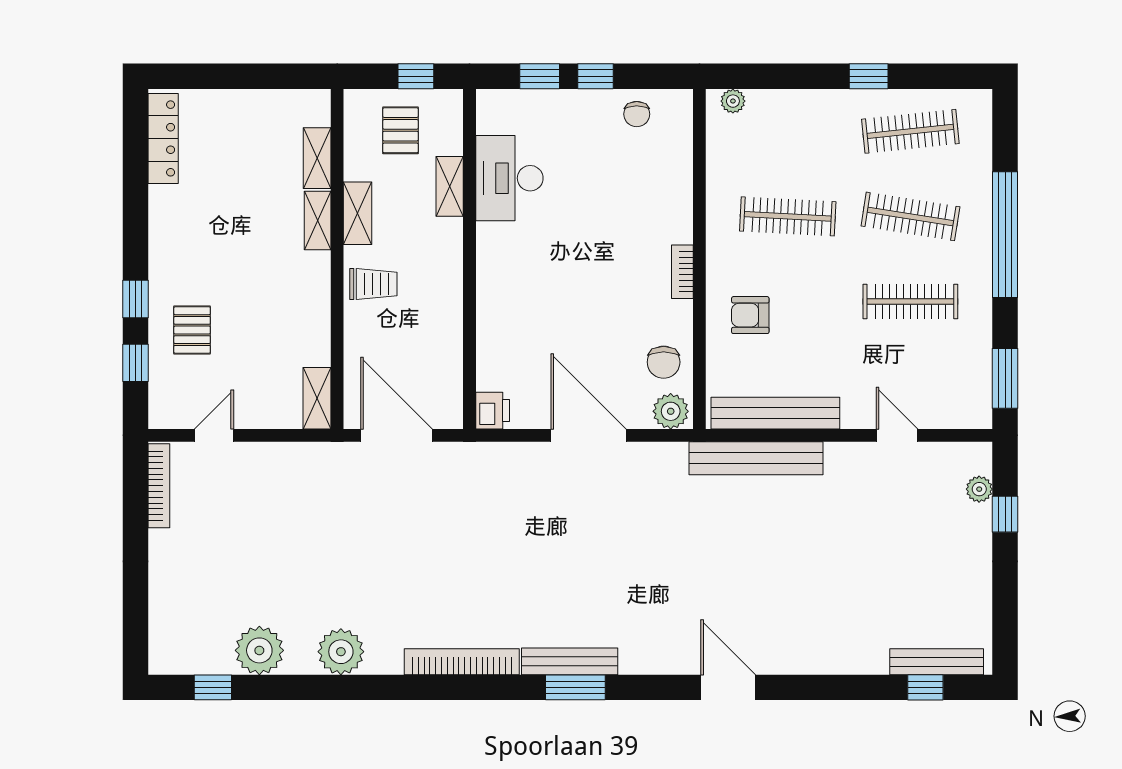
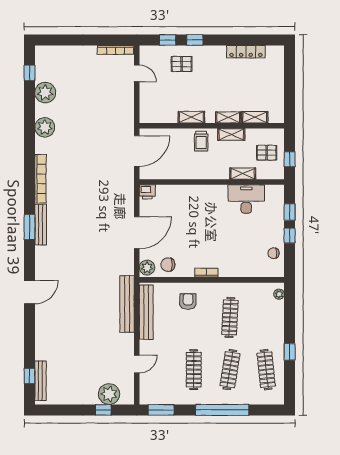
locker: (163, 138) -> (246, 52), moved
shelving: (317, 398) -> (191, 117), moved
plant: (979, 489) -> (109, 394), width x1.88, depth x1.88

